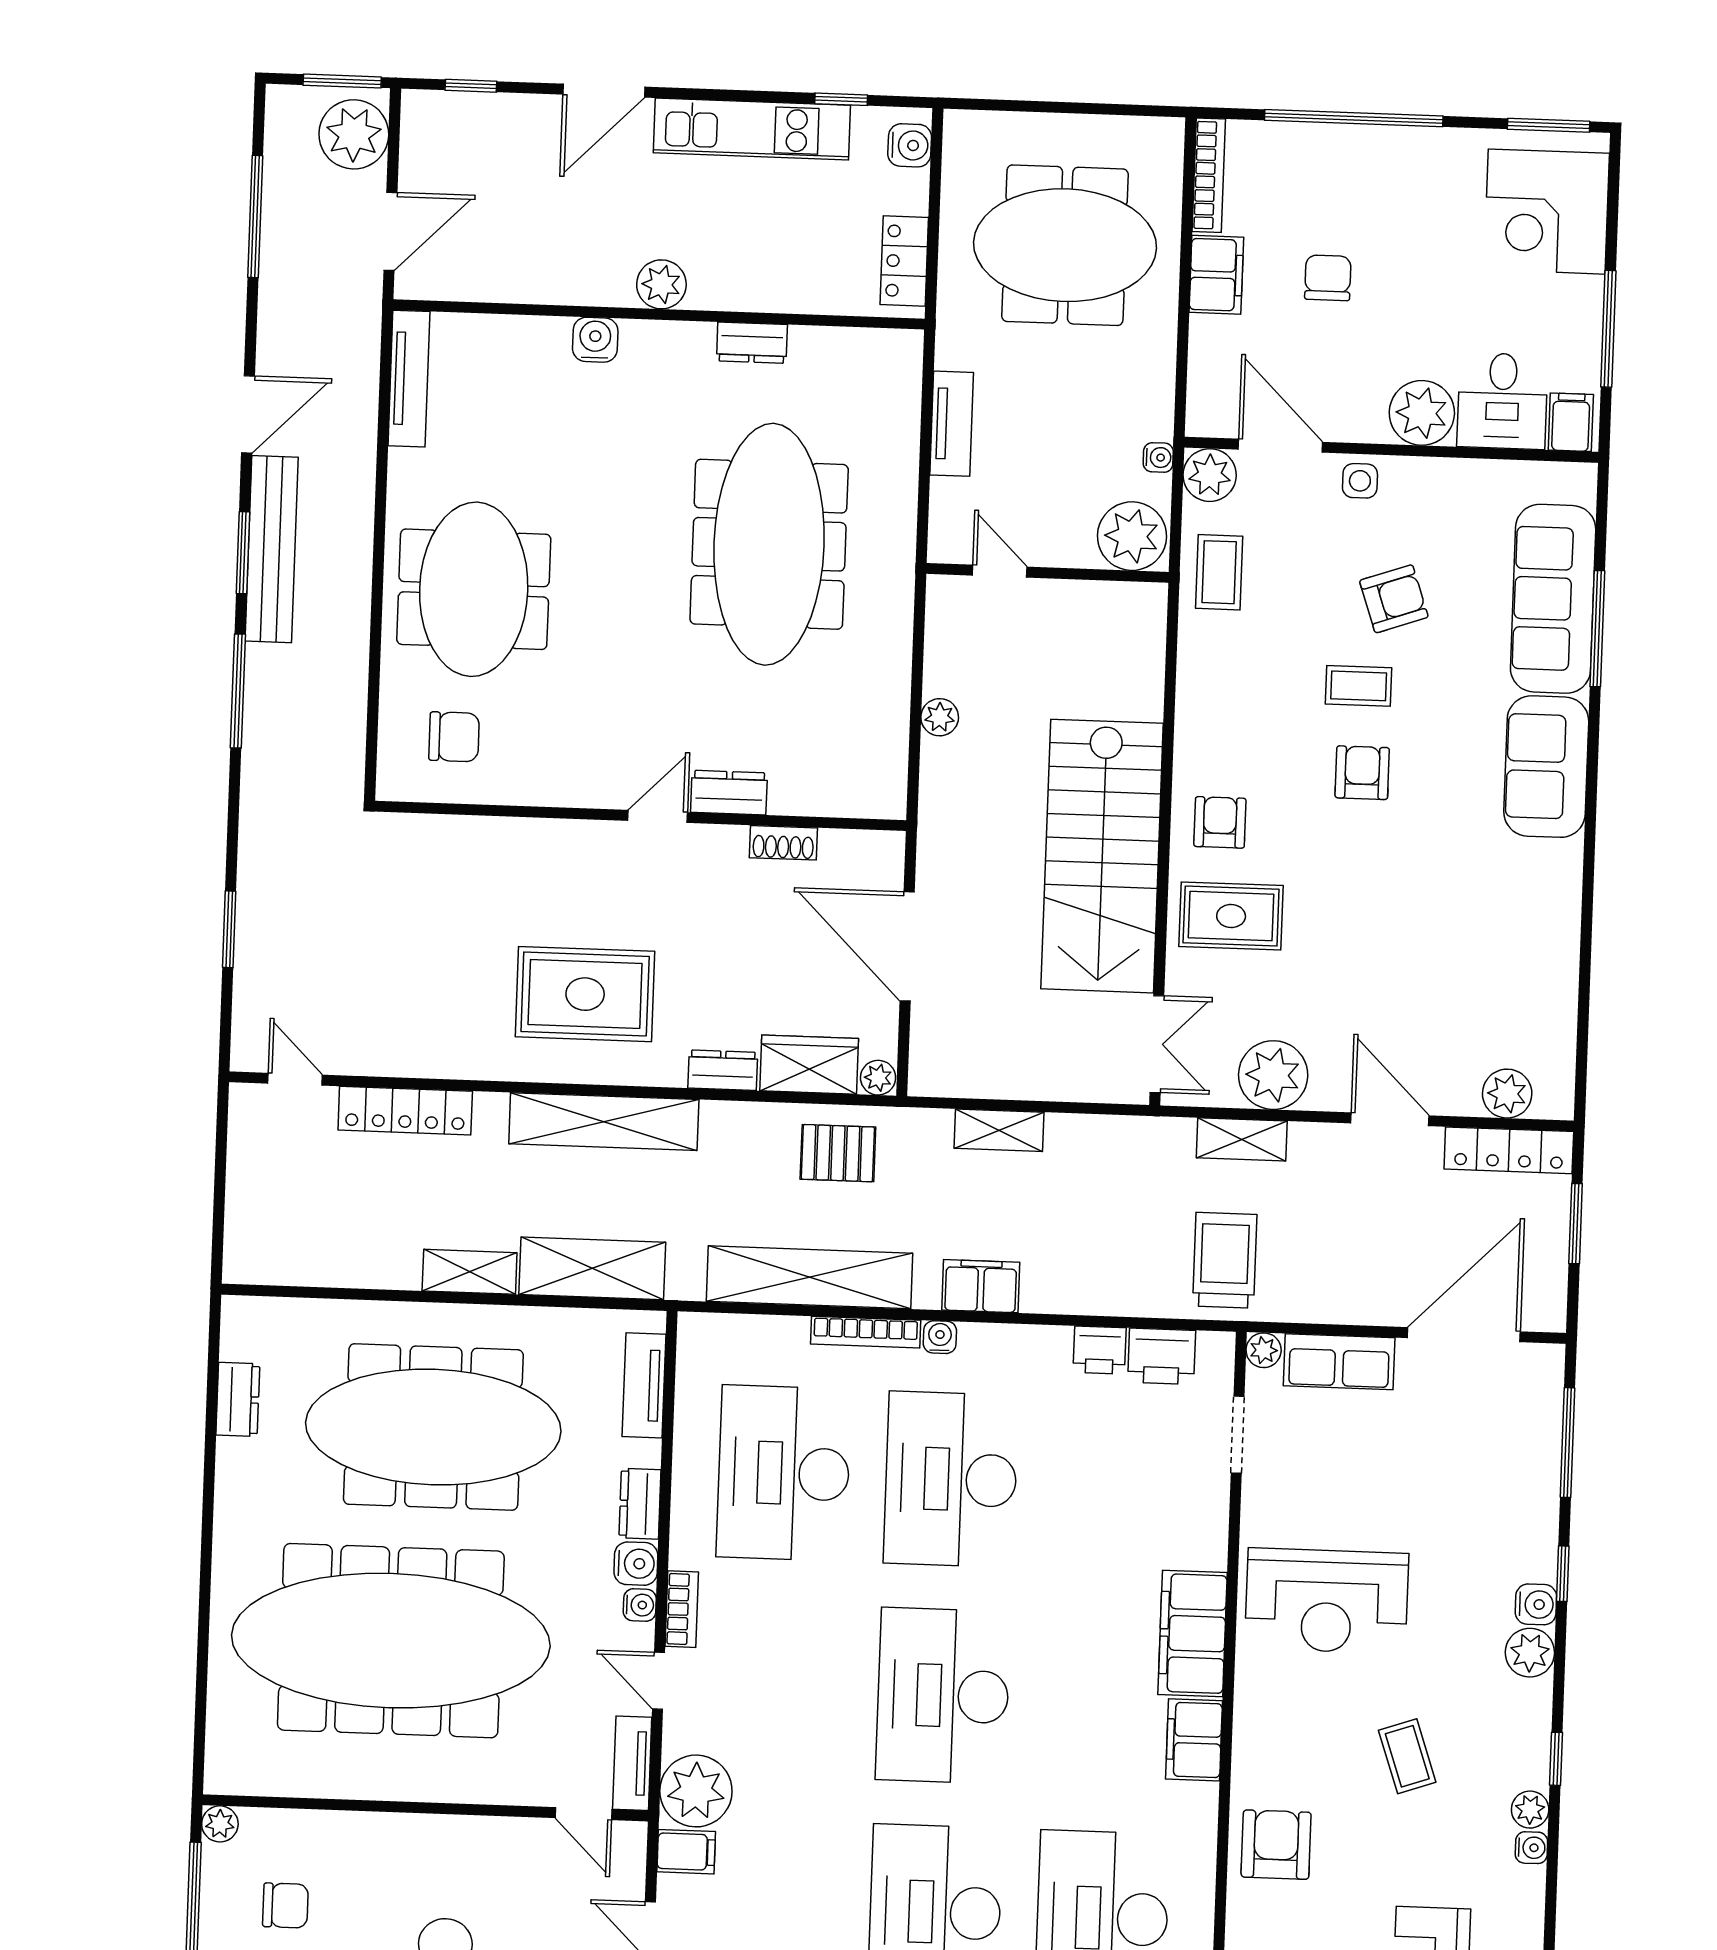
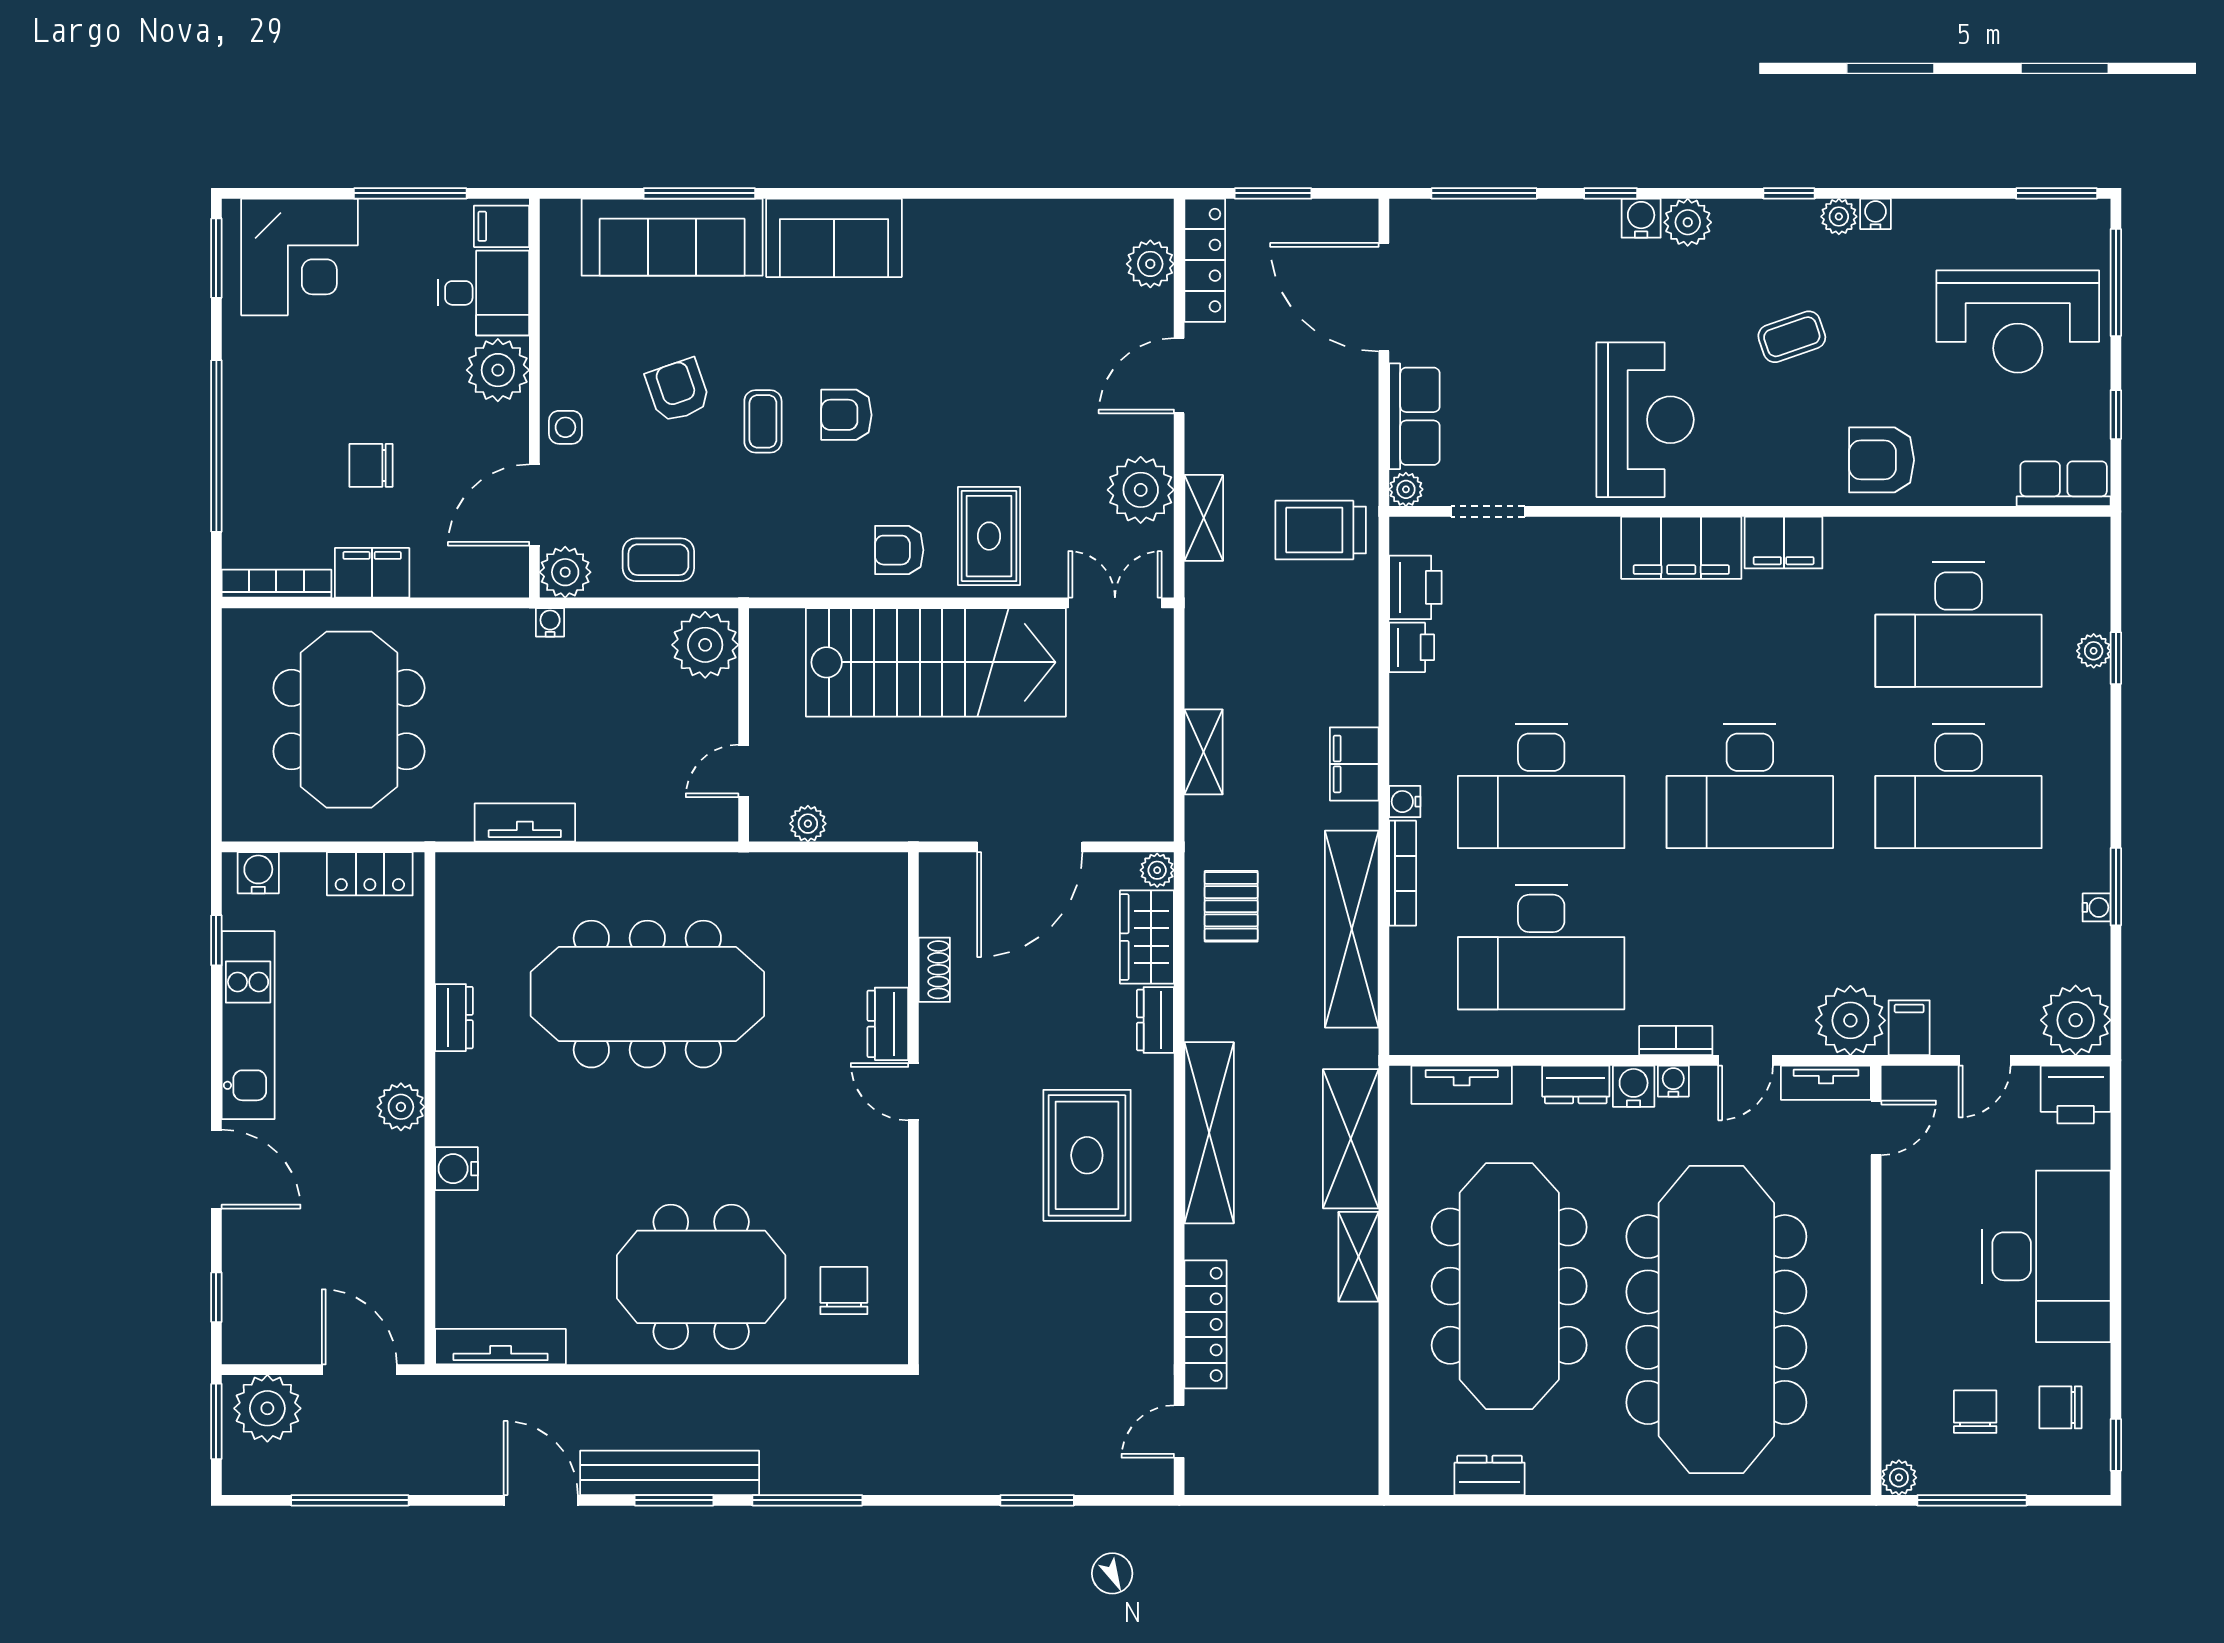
plant: (1132, 536) -> (705, 645), moved
door: (1000, 571) -> (744, 771), moved
wall: (1047, 573) -> (744, 725), moved

